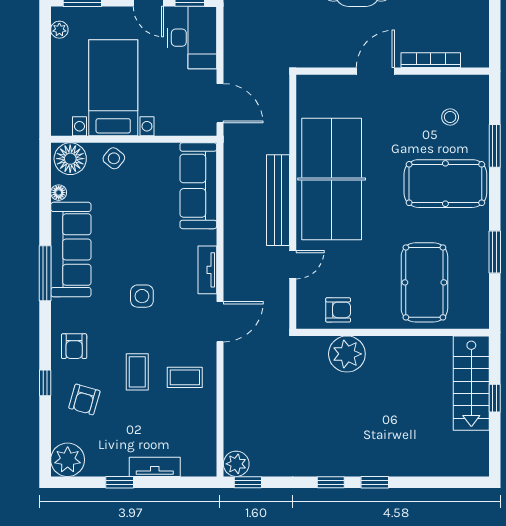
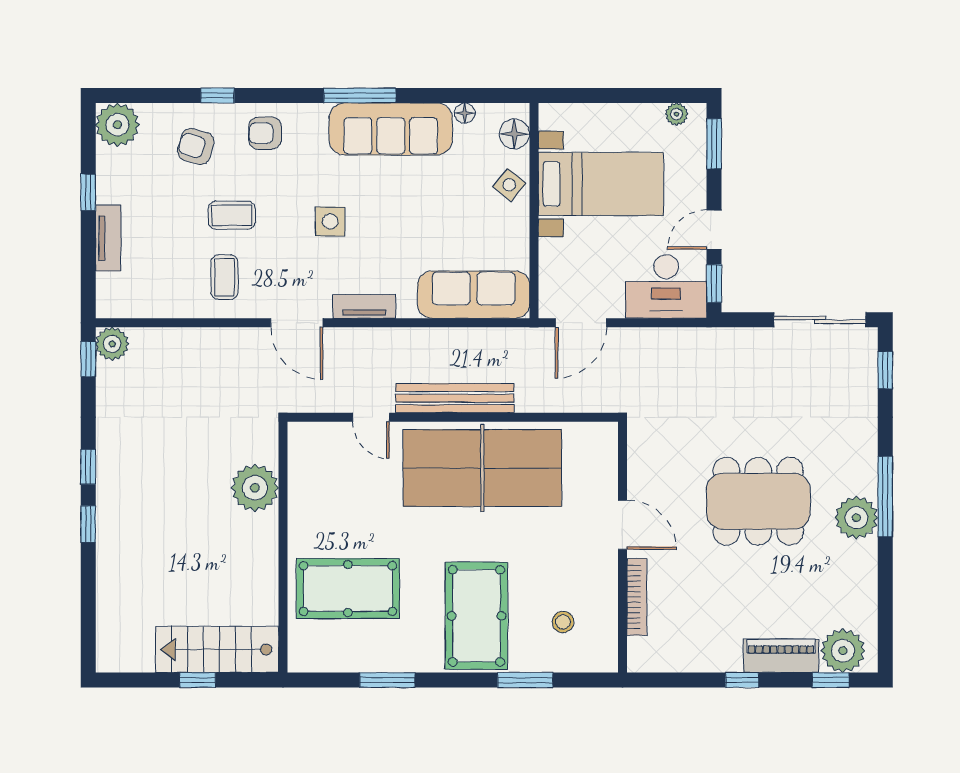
floor lamp: (70, 159) -> (514, 134), width x0.73, depth x0.73
armchair: (338, 310) -> (312, 476), removed

